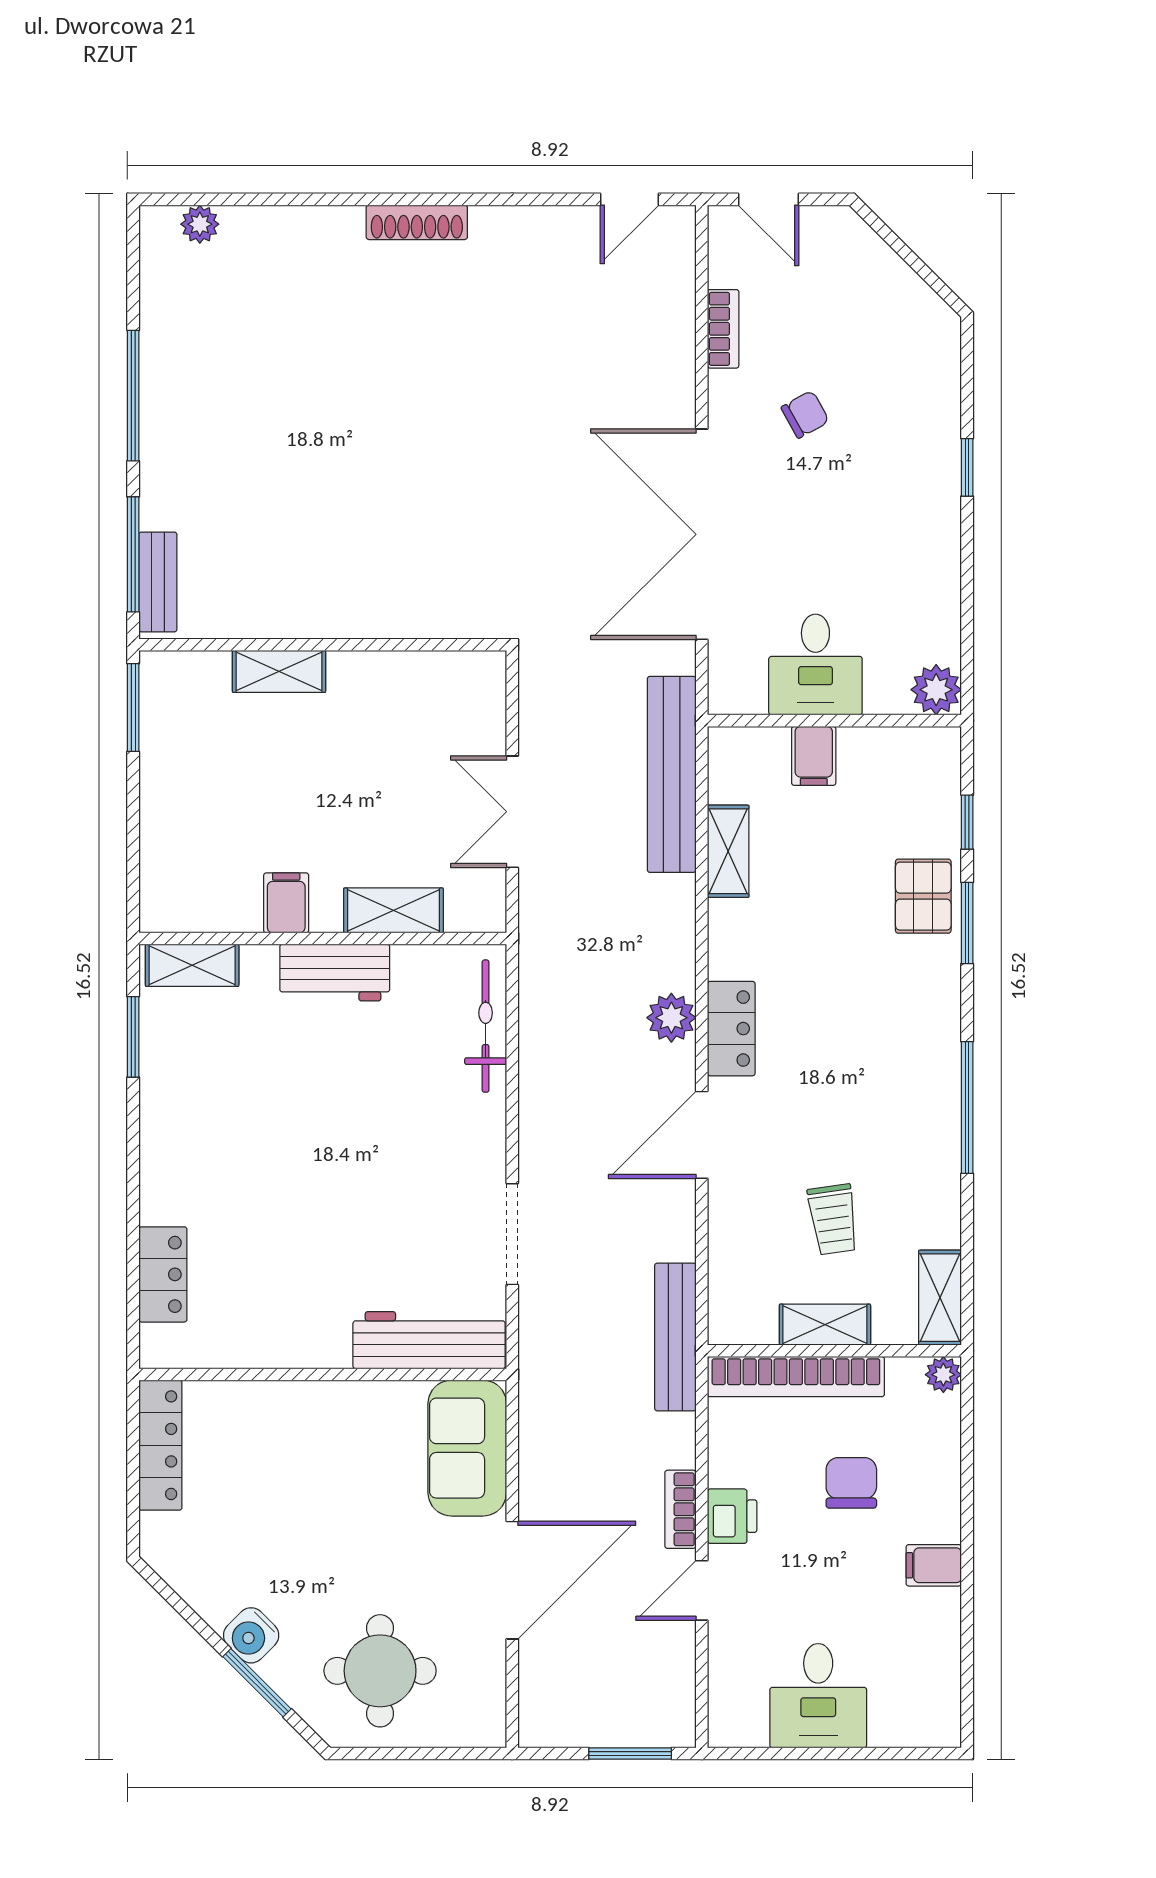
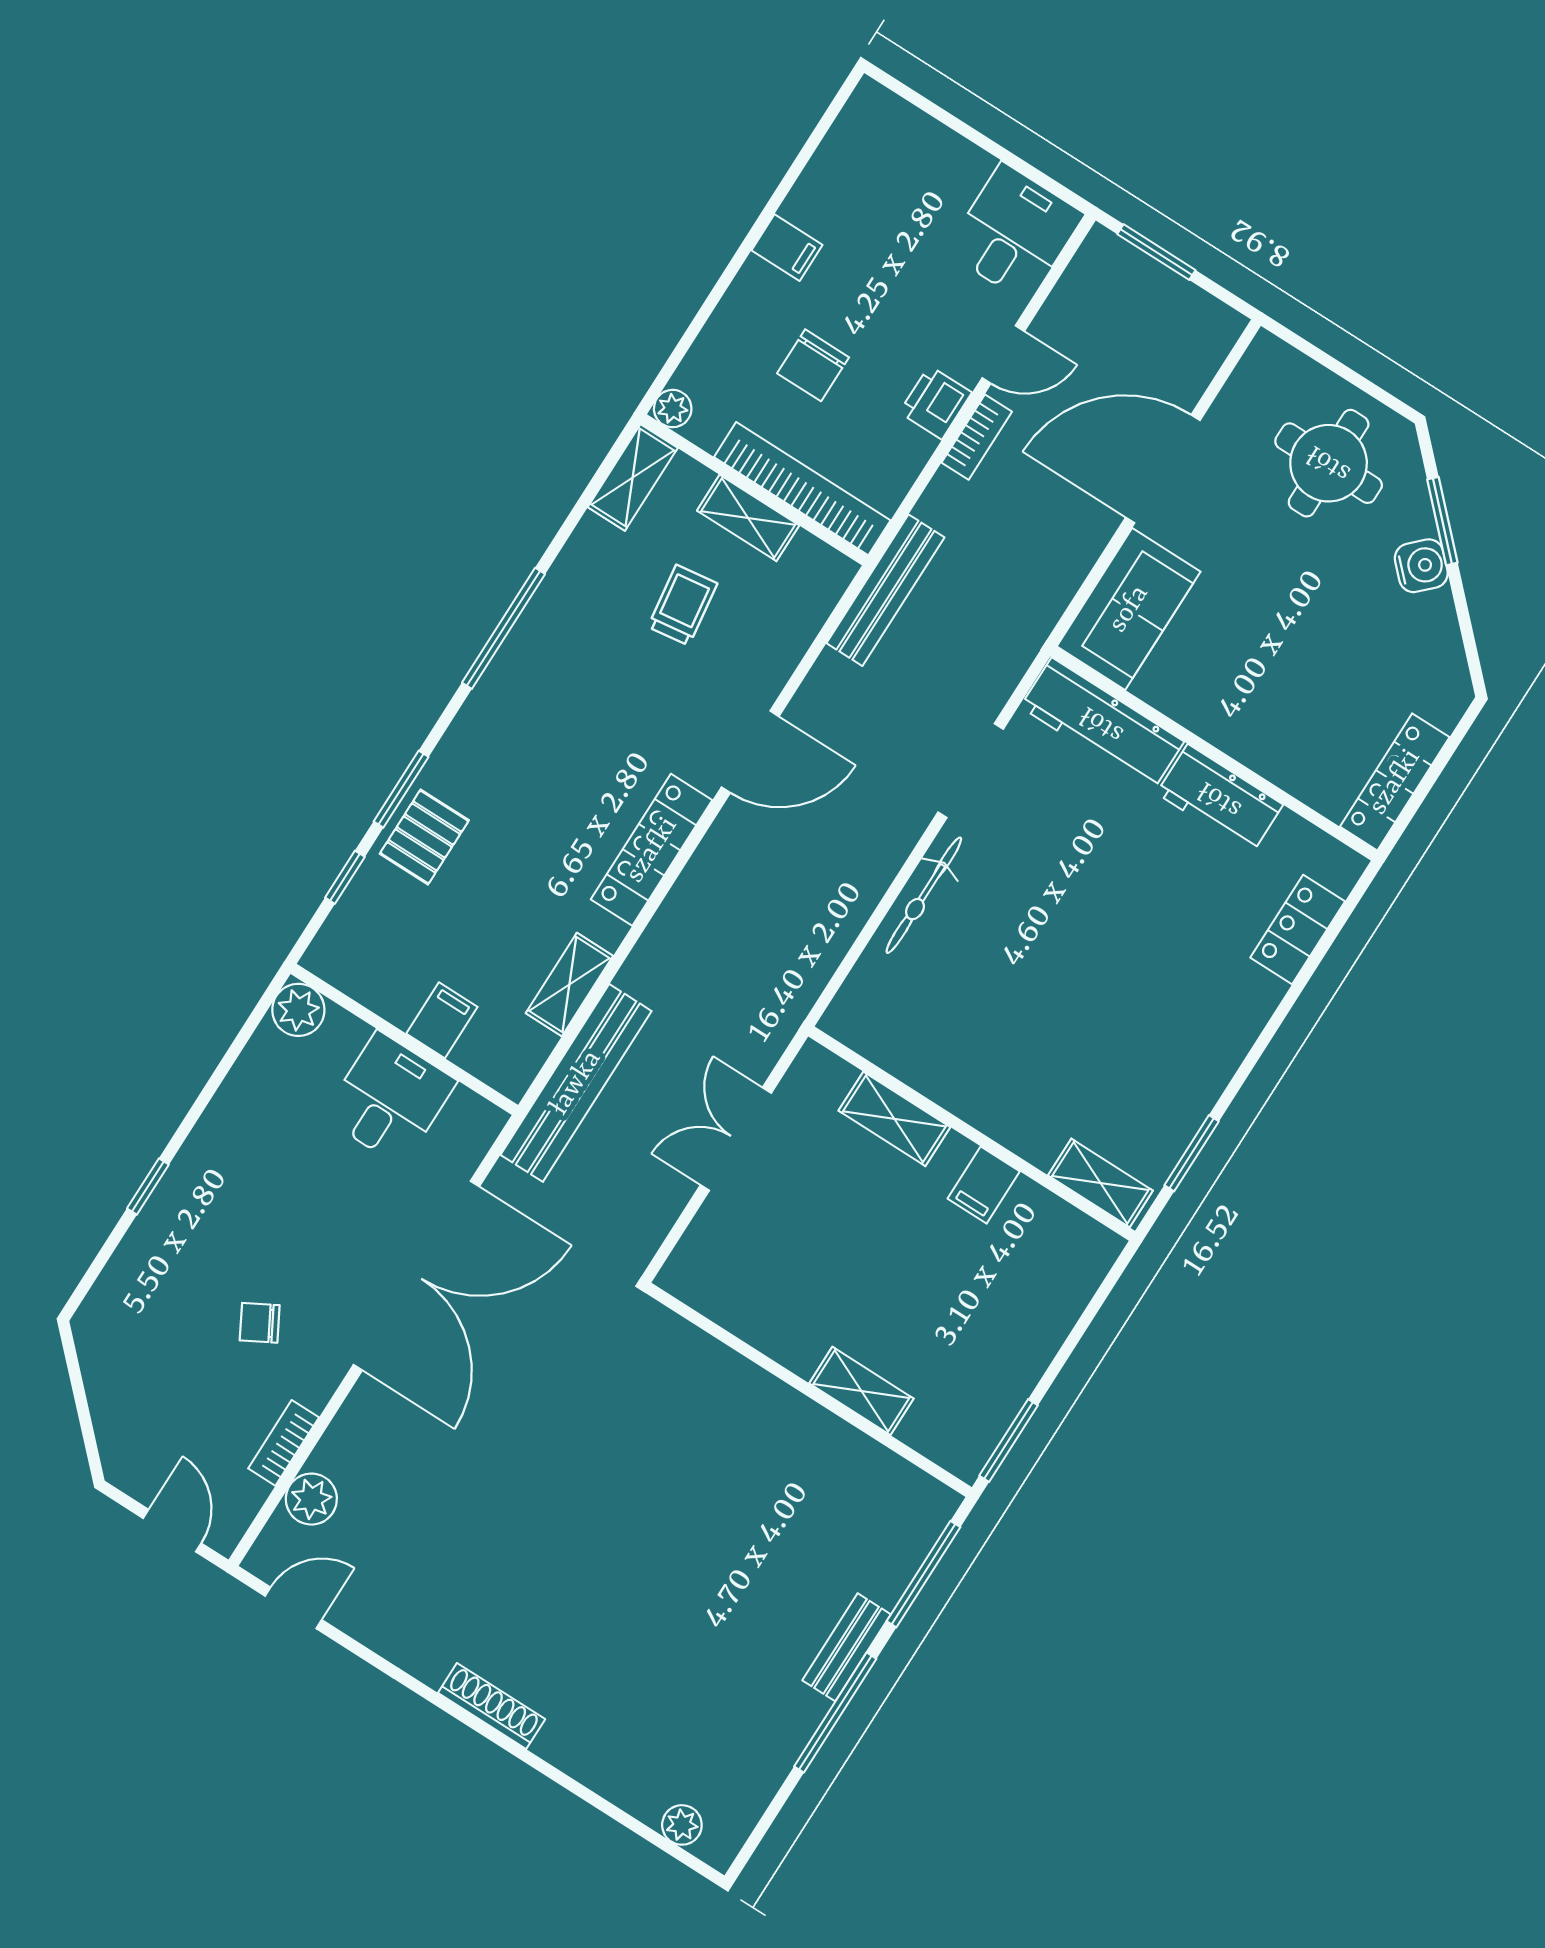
bench: (158, 582) -> (846, 1647), moved
double door: (512, 812) -> (736, 1139), swing flipped
workbench: (335, 973) -> (1220, 799), moved, turned 180
plant: (671, 1018) -> (311, 1499), moved
bicycle: (486, 1026) -> (924, 895), moved
locker: (731, 1029) -> (652, 850), width x1.53
desk: (818, 1696) -> (1015, 233), moved

